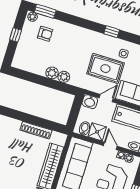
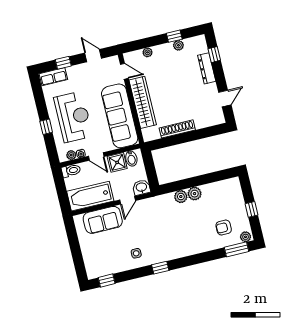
rug: (105, 69) -> (145, 228), removed

